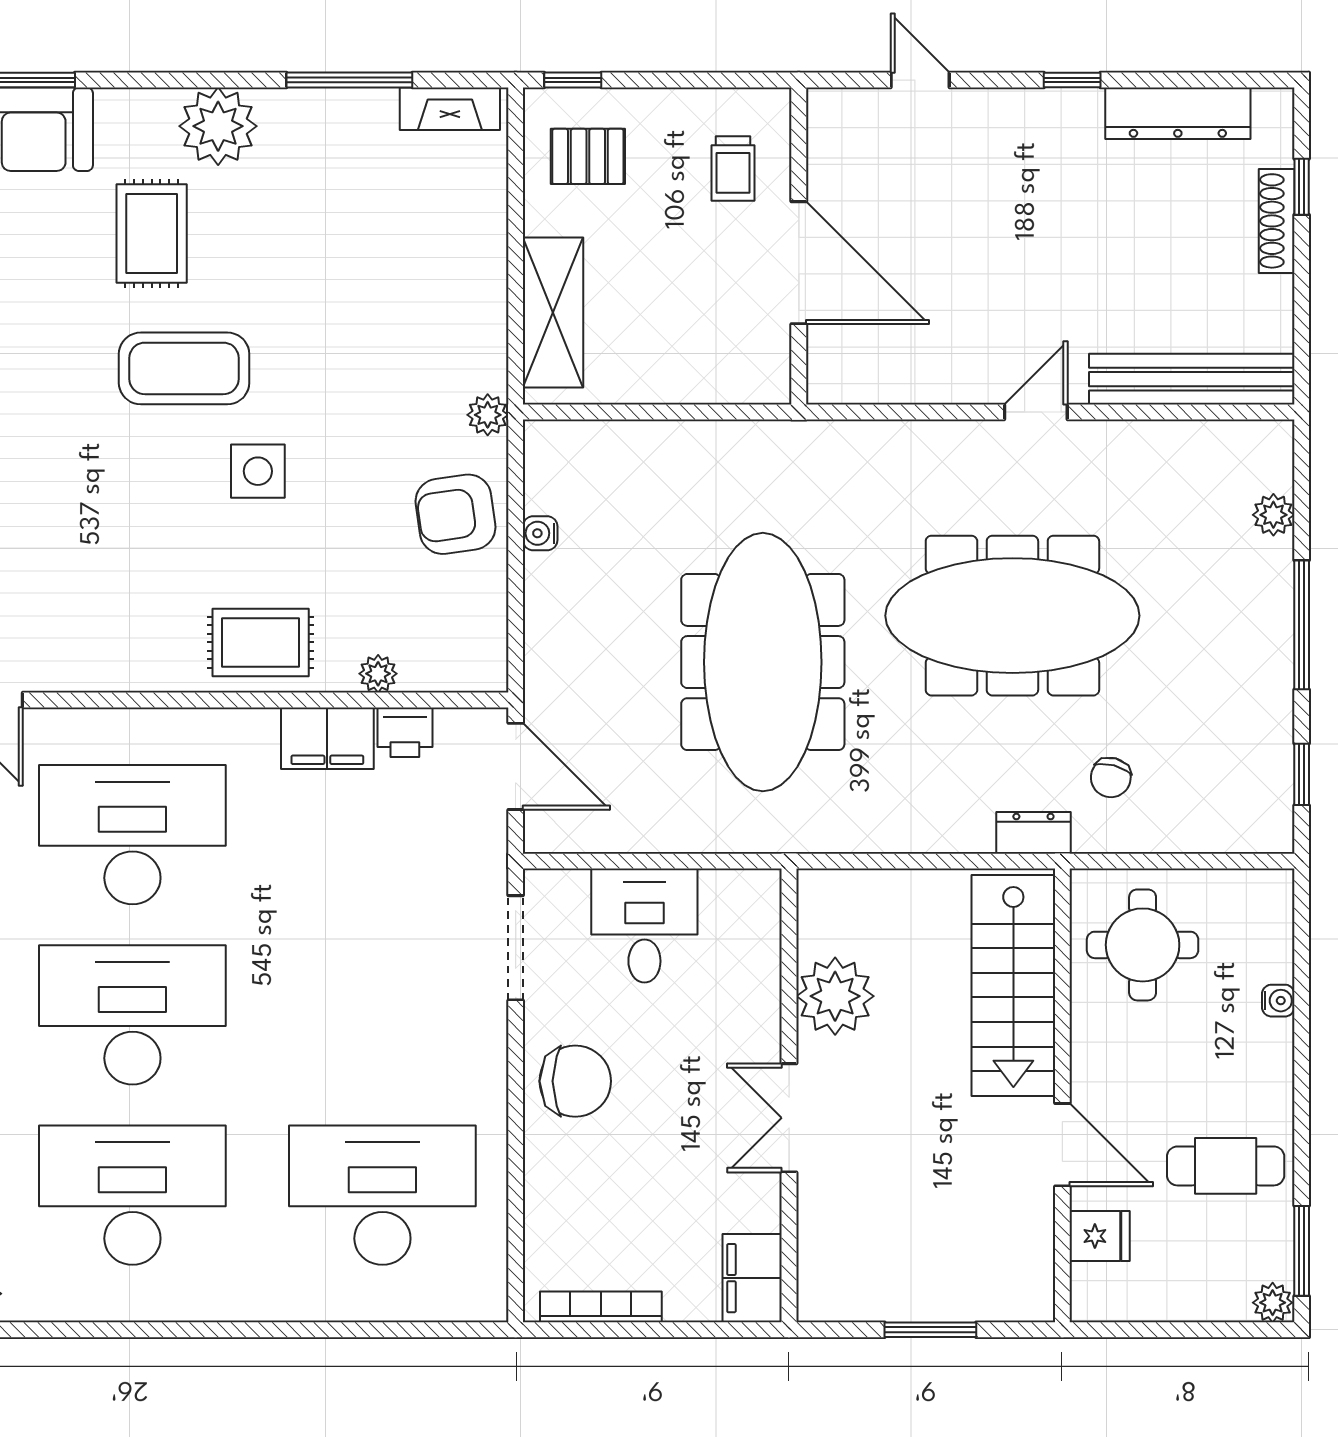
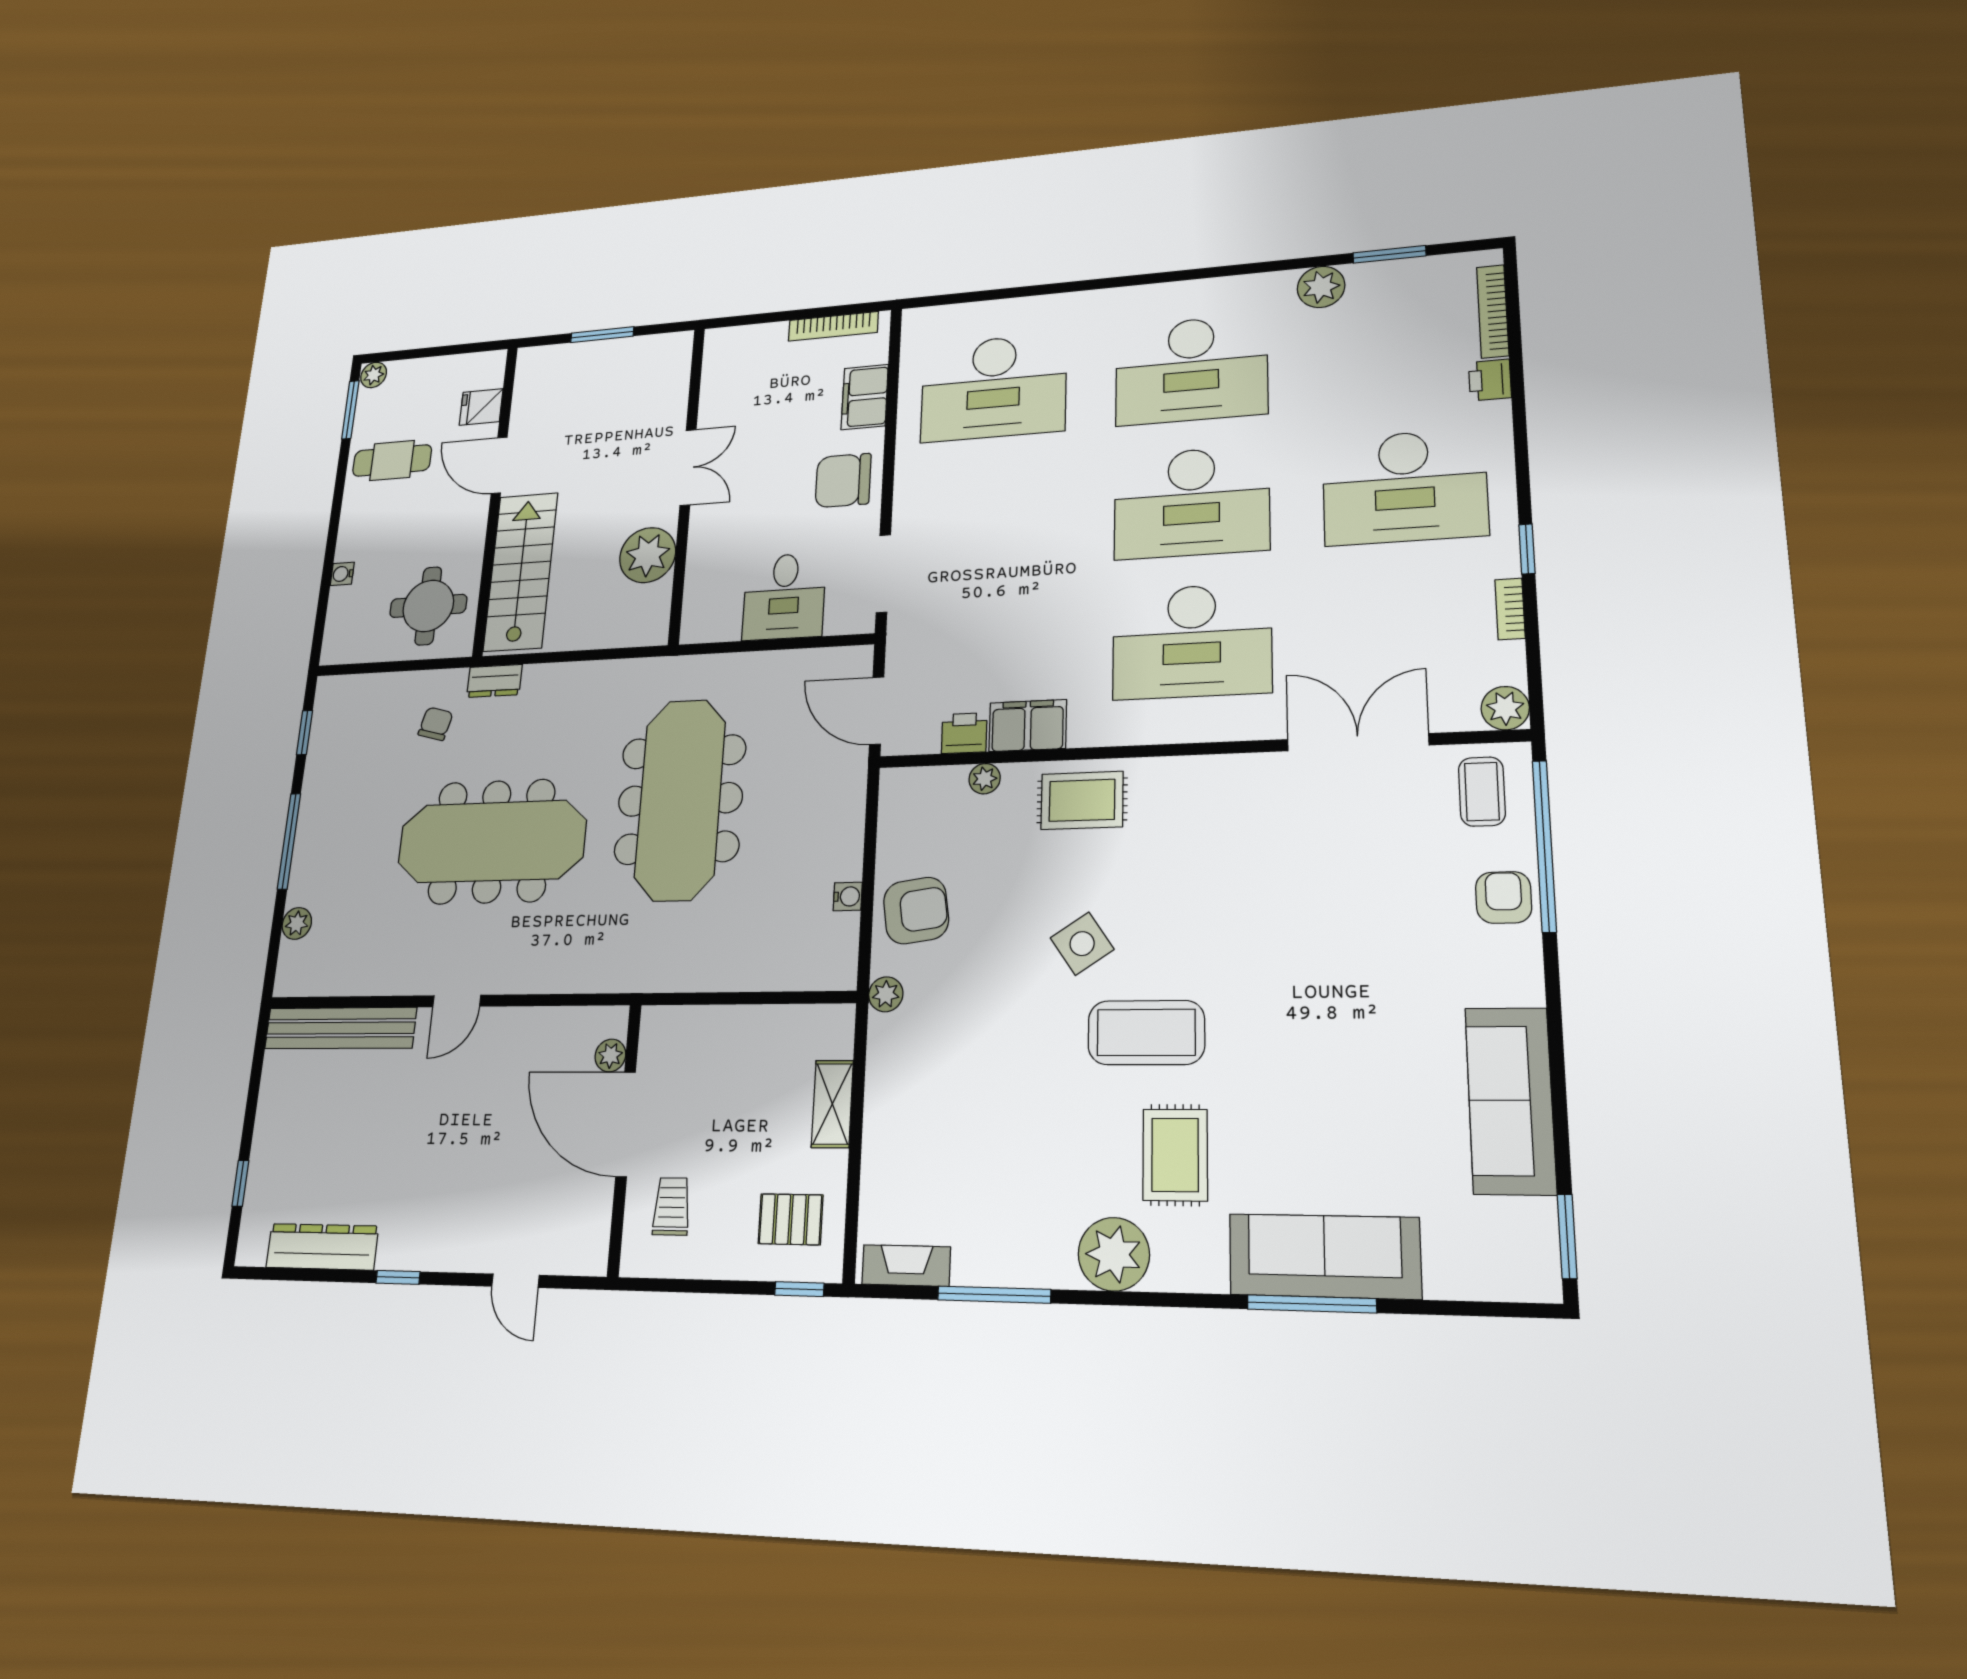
shoe rack: (1277, 221) -> (262, 1156), removed
shelving: (553, 312) -> (832, 1104), width x0.67, depth x0.75
plant: (826, 344) -> (610, 1055), added
side table: (258, 471) -> (1082, 944), turned -34
filing cabinet: (752, 1278) -> (865, 397), moved, turned 180

